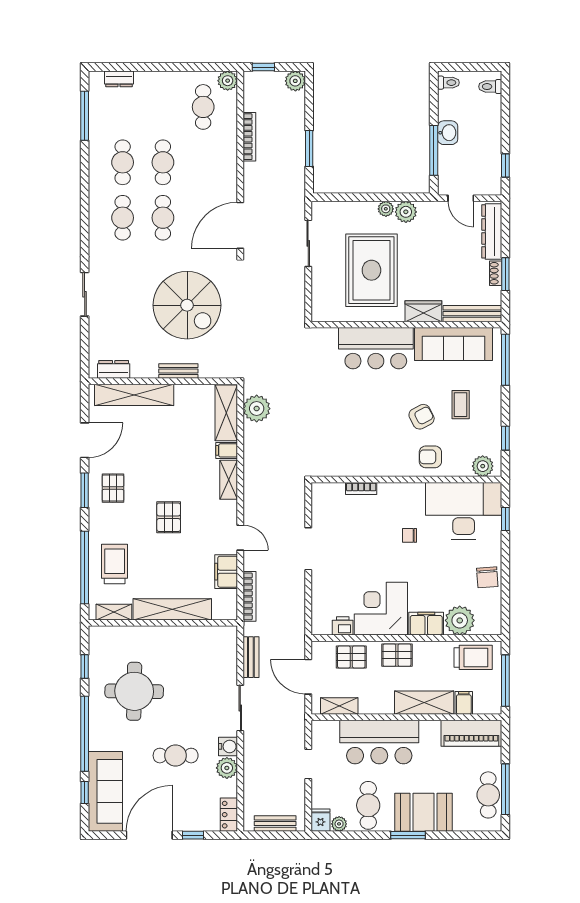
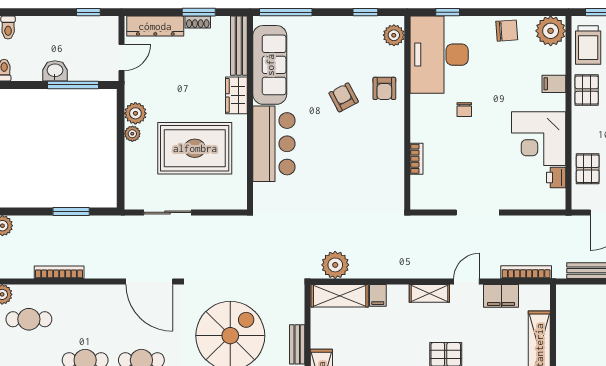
coffee table: (461, 405) -> (331, 58), removed
shelving: (229, 480) -> (429, 293), moved
plant: (460, 620) -> (551, 31), moved
filing cabinet: (426, 624) -> (554, 84), width x0.50
pallet: (397, 655) -> (587, 90), moved
trolley: (473, 657) -> (588, 45), turned 180

